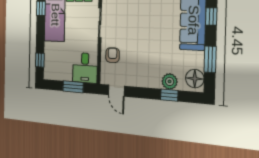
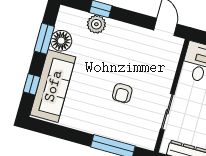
armchair: (113, 55) -> (122, 93), moved
floor lamp: (195, 79) -> (61, 41), moved

